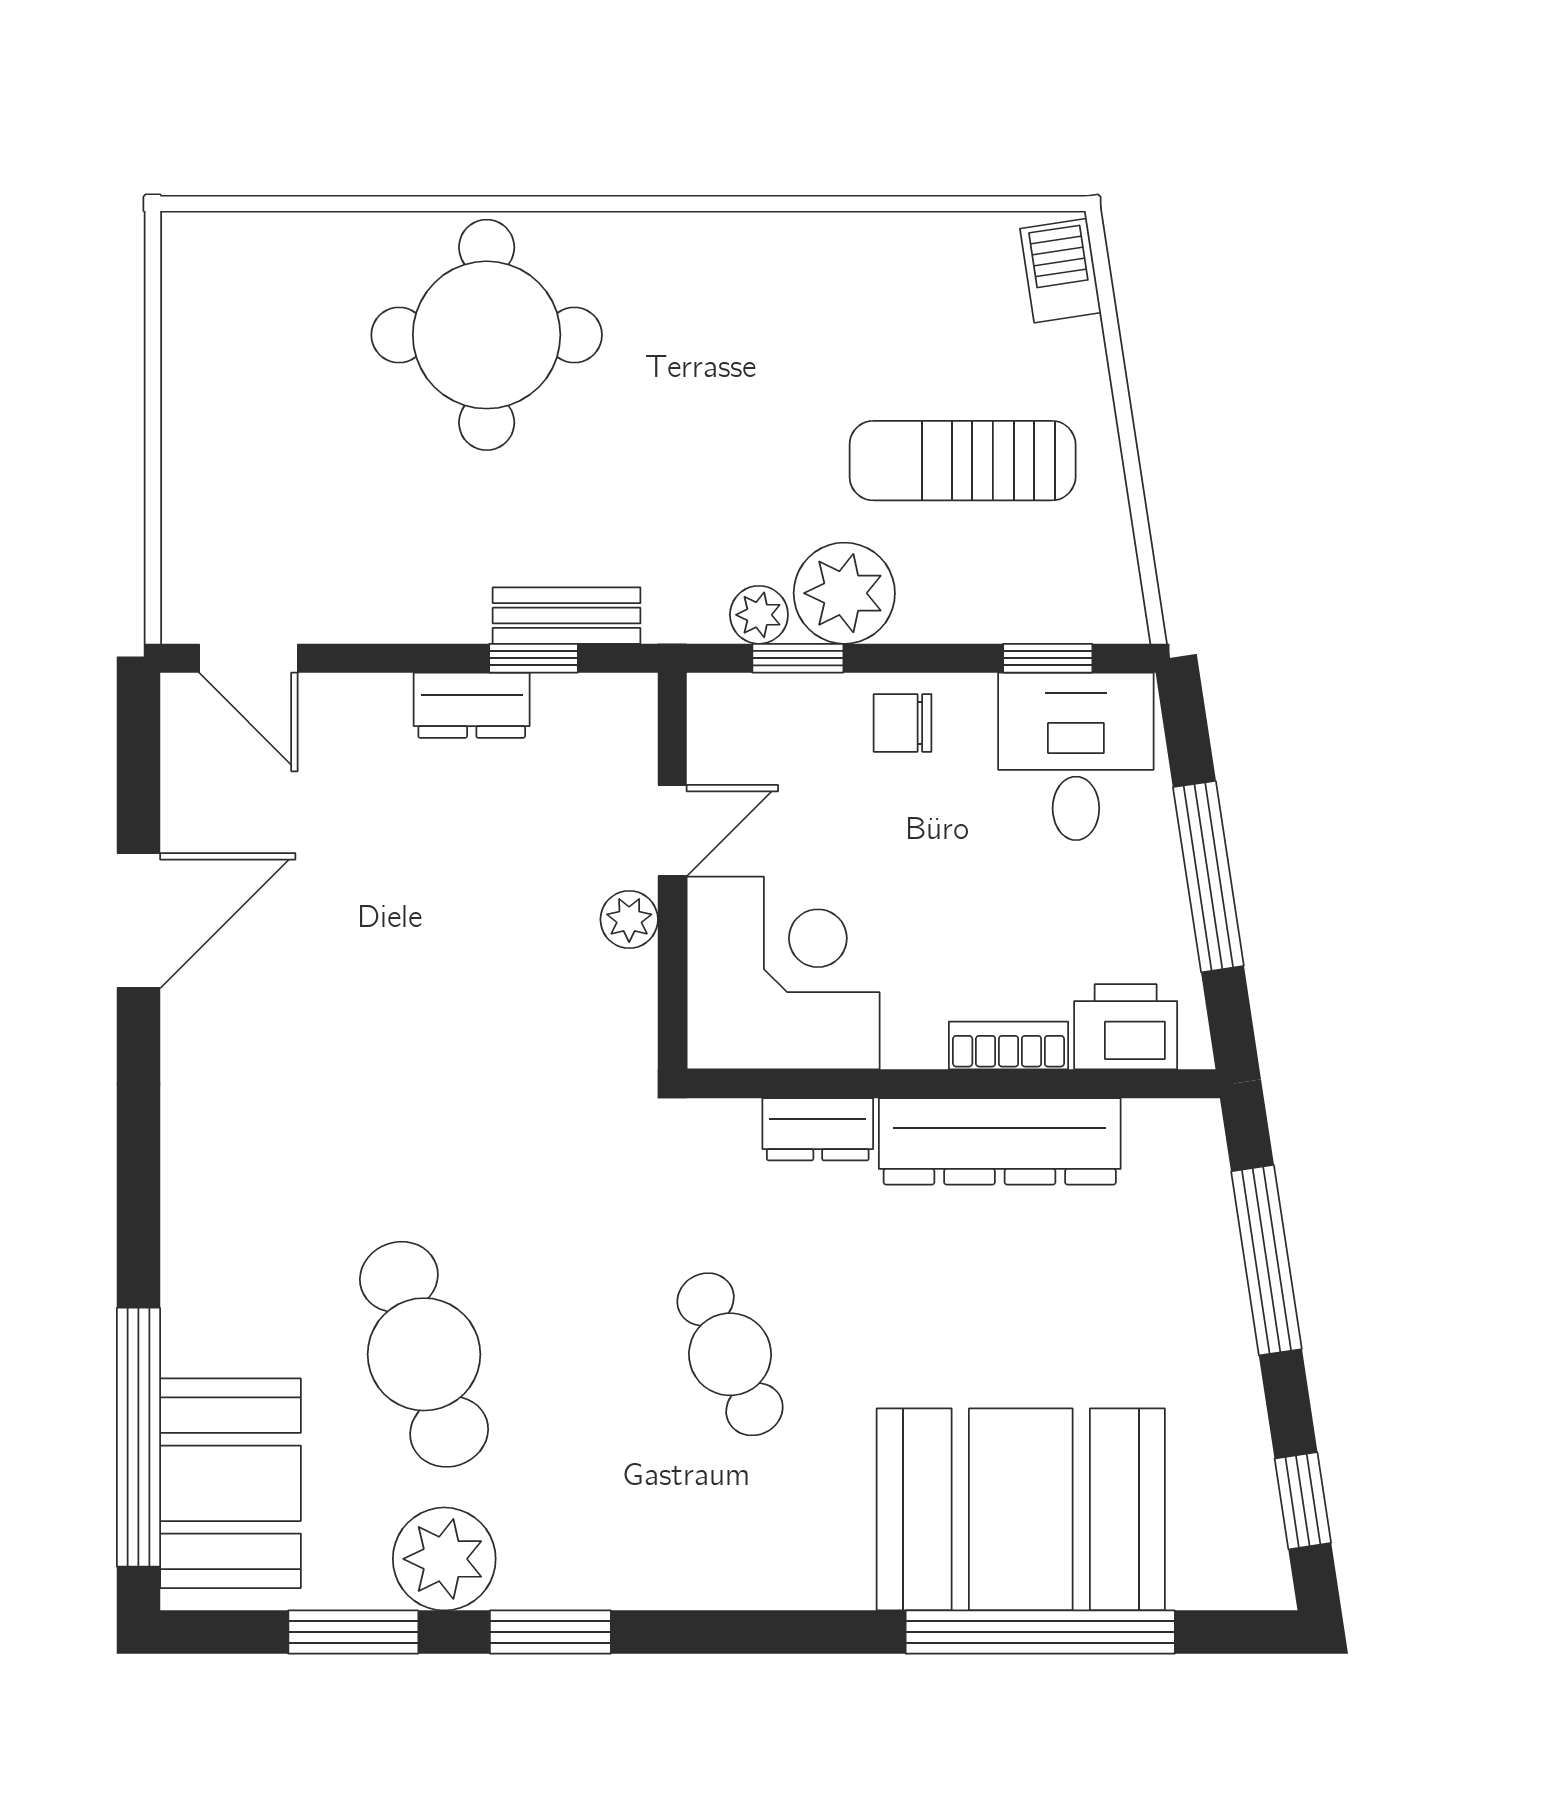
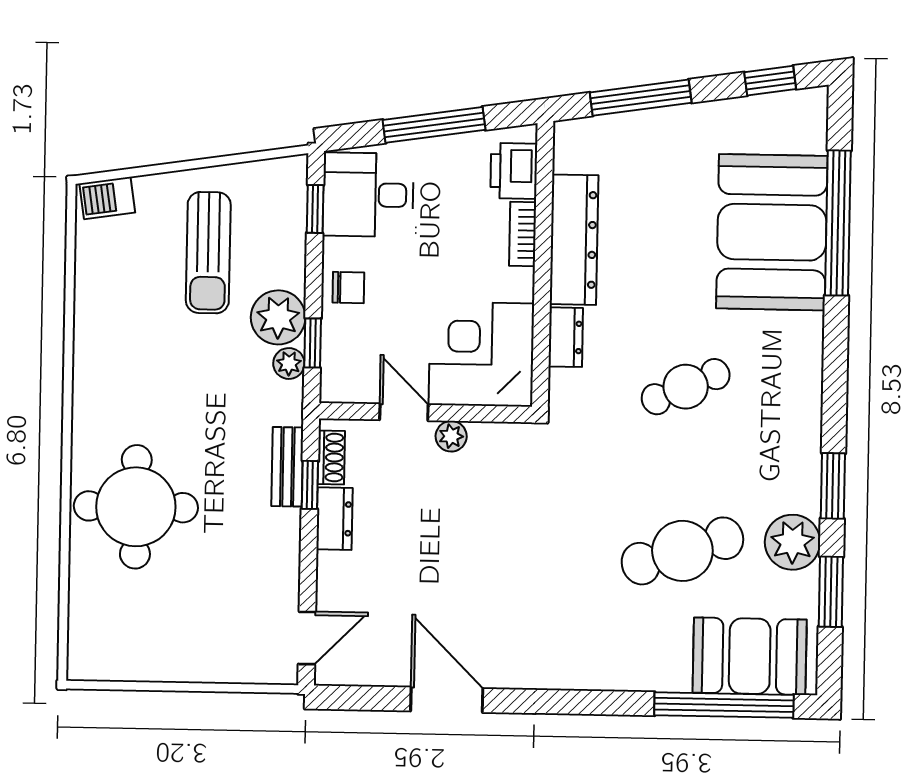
shoe rack: (586, 697) -> (331, 457), added
chair: (903, 723) -> (348, 288), turned -90

